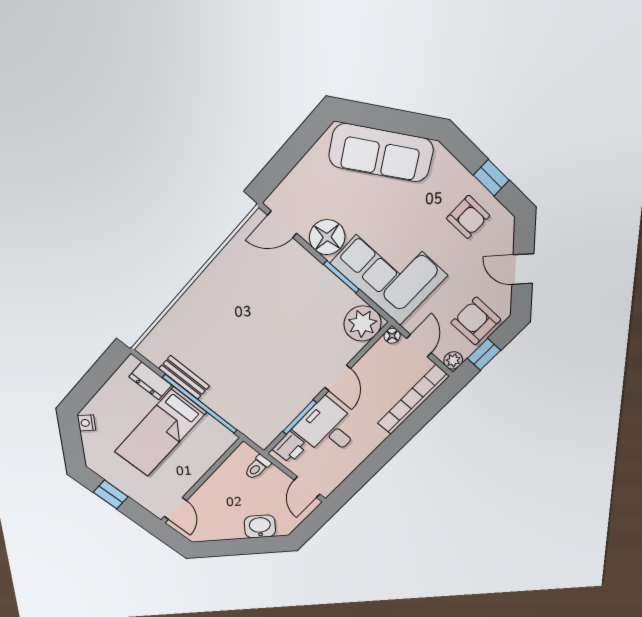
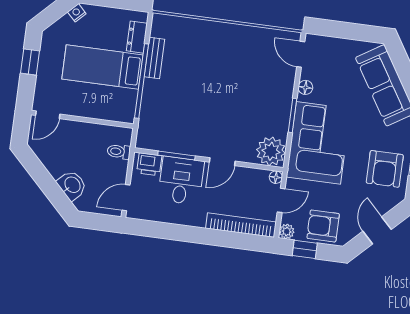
armchair: (468, 217) -> (385, 169), width x1.38, depth x1.38
floor lamp: (327, 237) -> (305, 87), width x0.53, depth x0.53
armchair: (476, 321) -> (323, 226), turned -90

